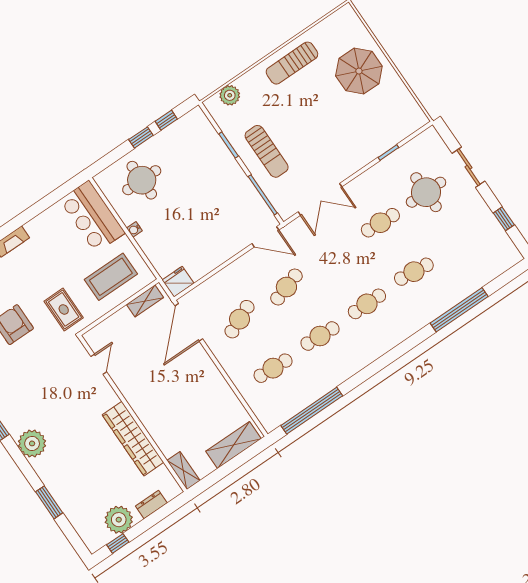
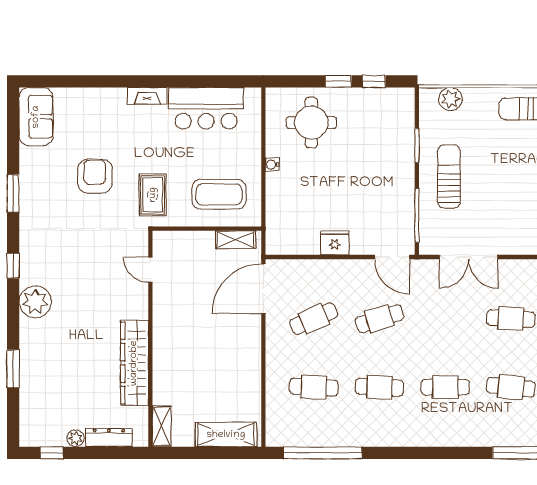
sun lounger: (267, 151) -> (449, 176), turned 180
bar counter: (92, 217) -> (206, 108), moved, turned -90
fridge: (178, 282) -> (335, 243), moved
door: (99, 364) -> (150, 270), swing flipped
dresser: (151, 505) -> (109, 438), width x1.44
plant: (119, 520) -> (76, 438), width x0.53, depth x0.53

